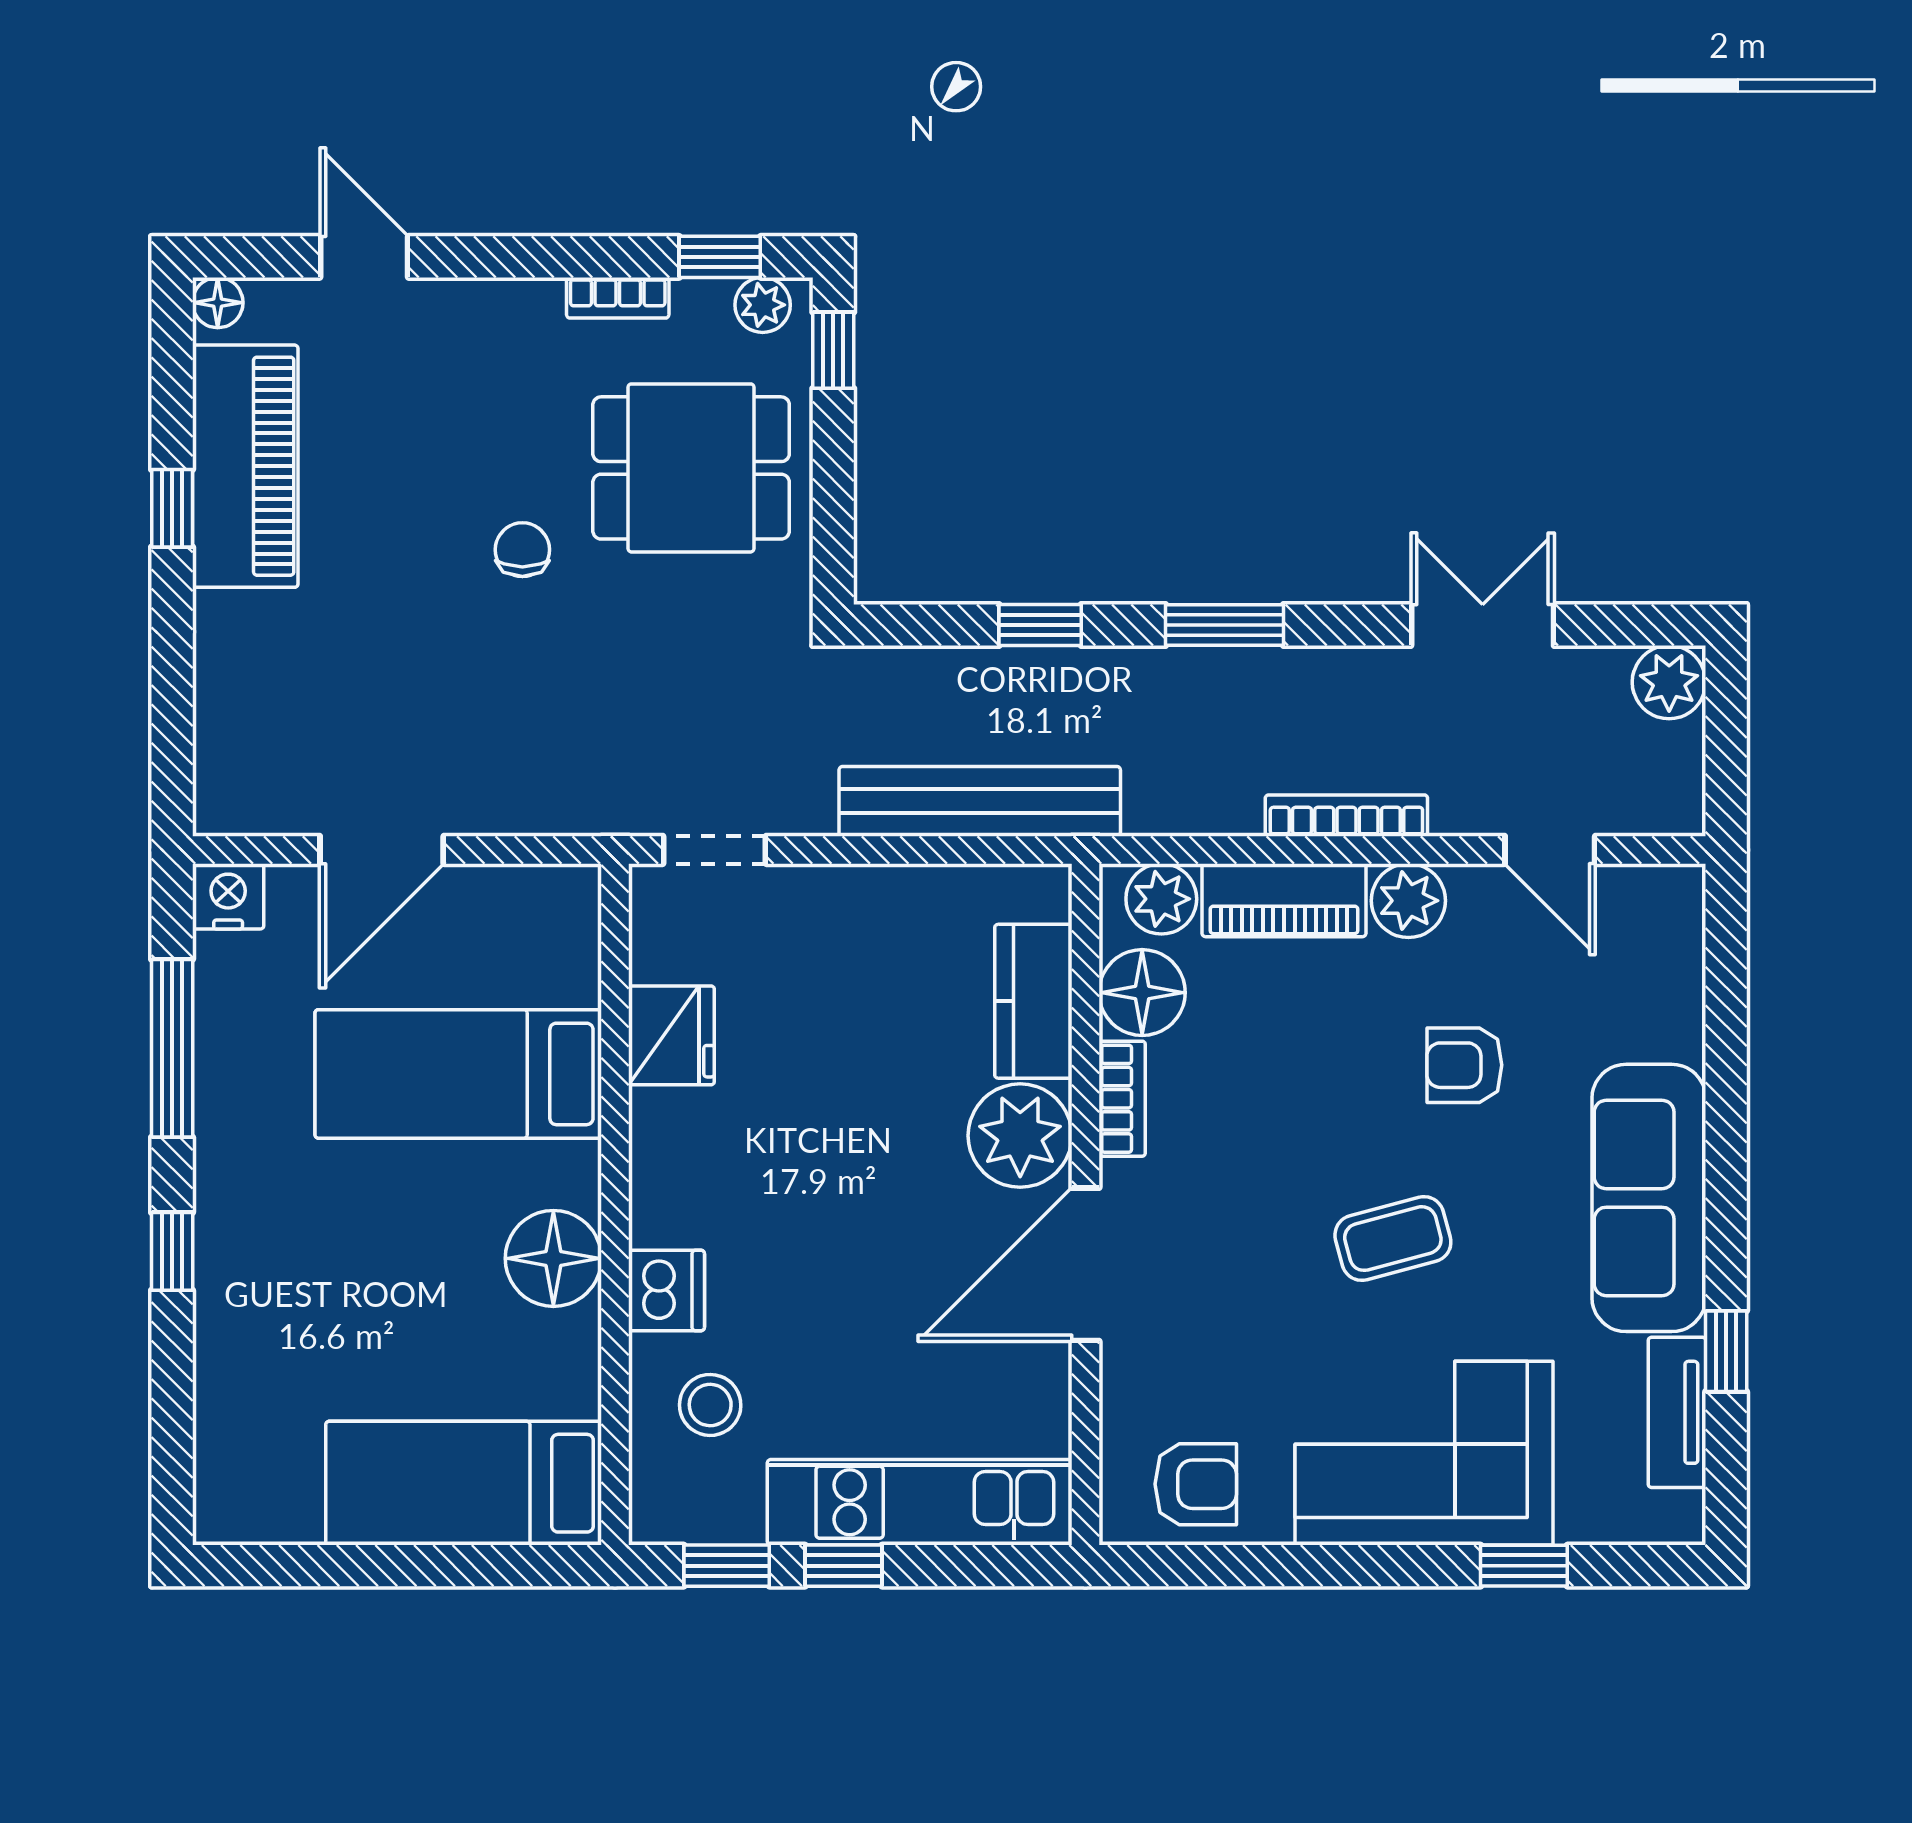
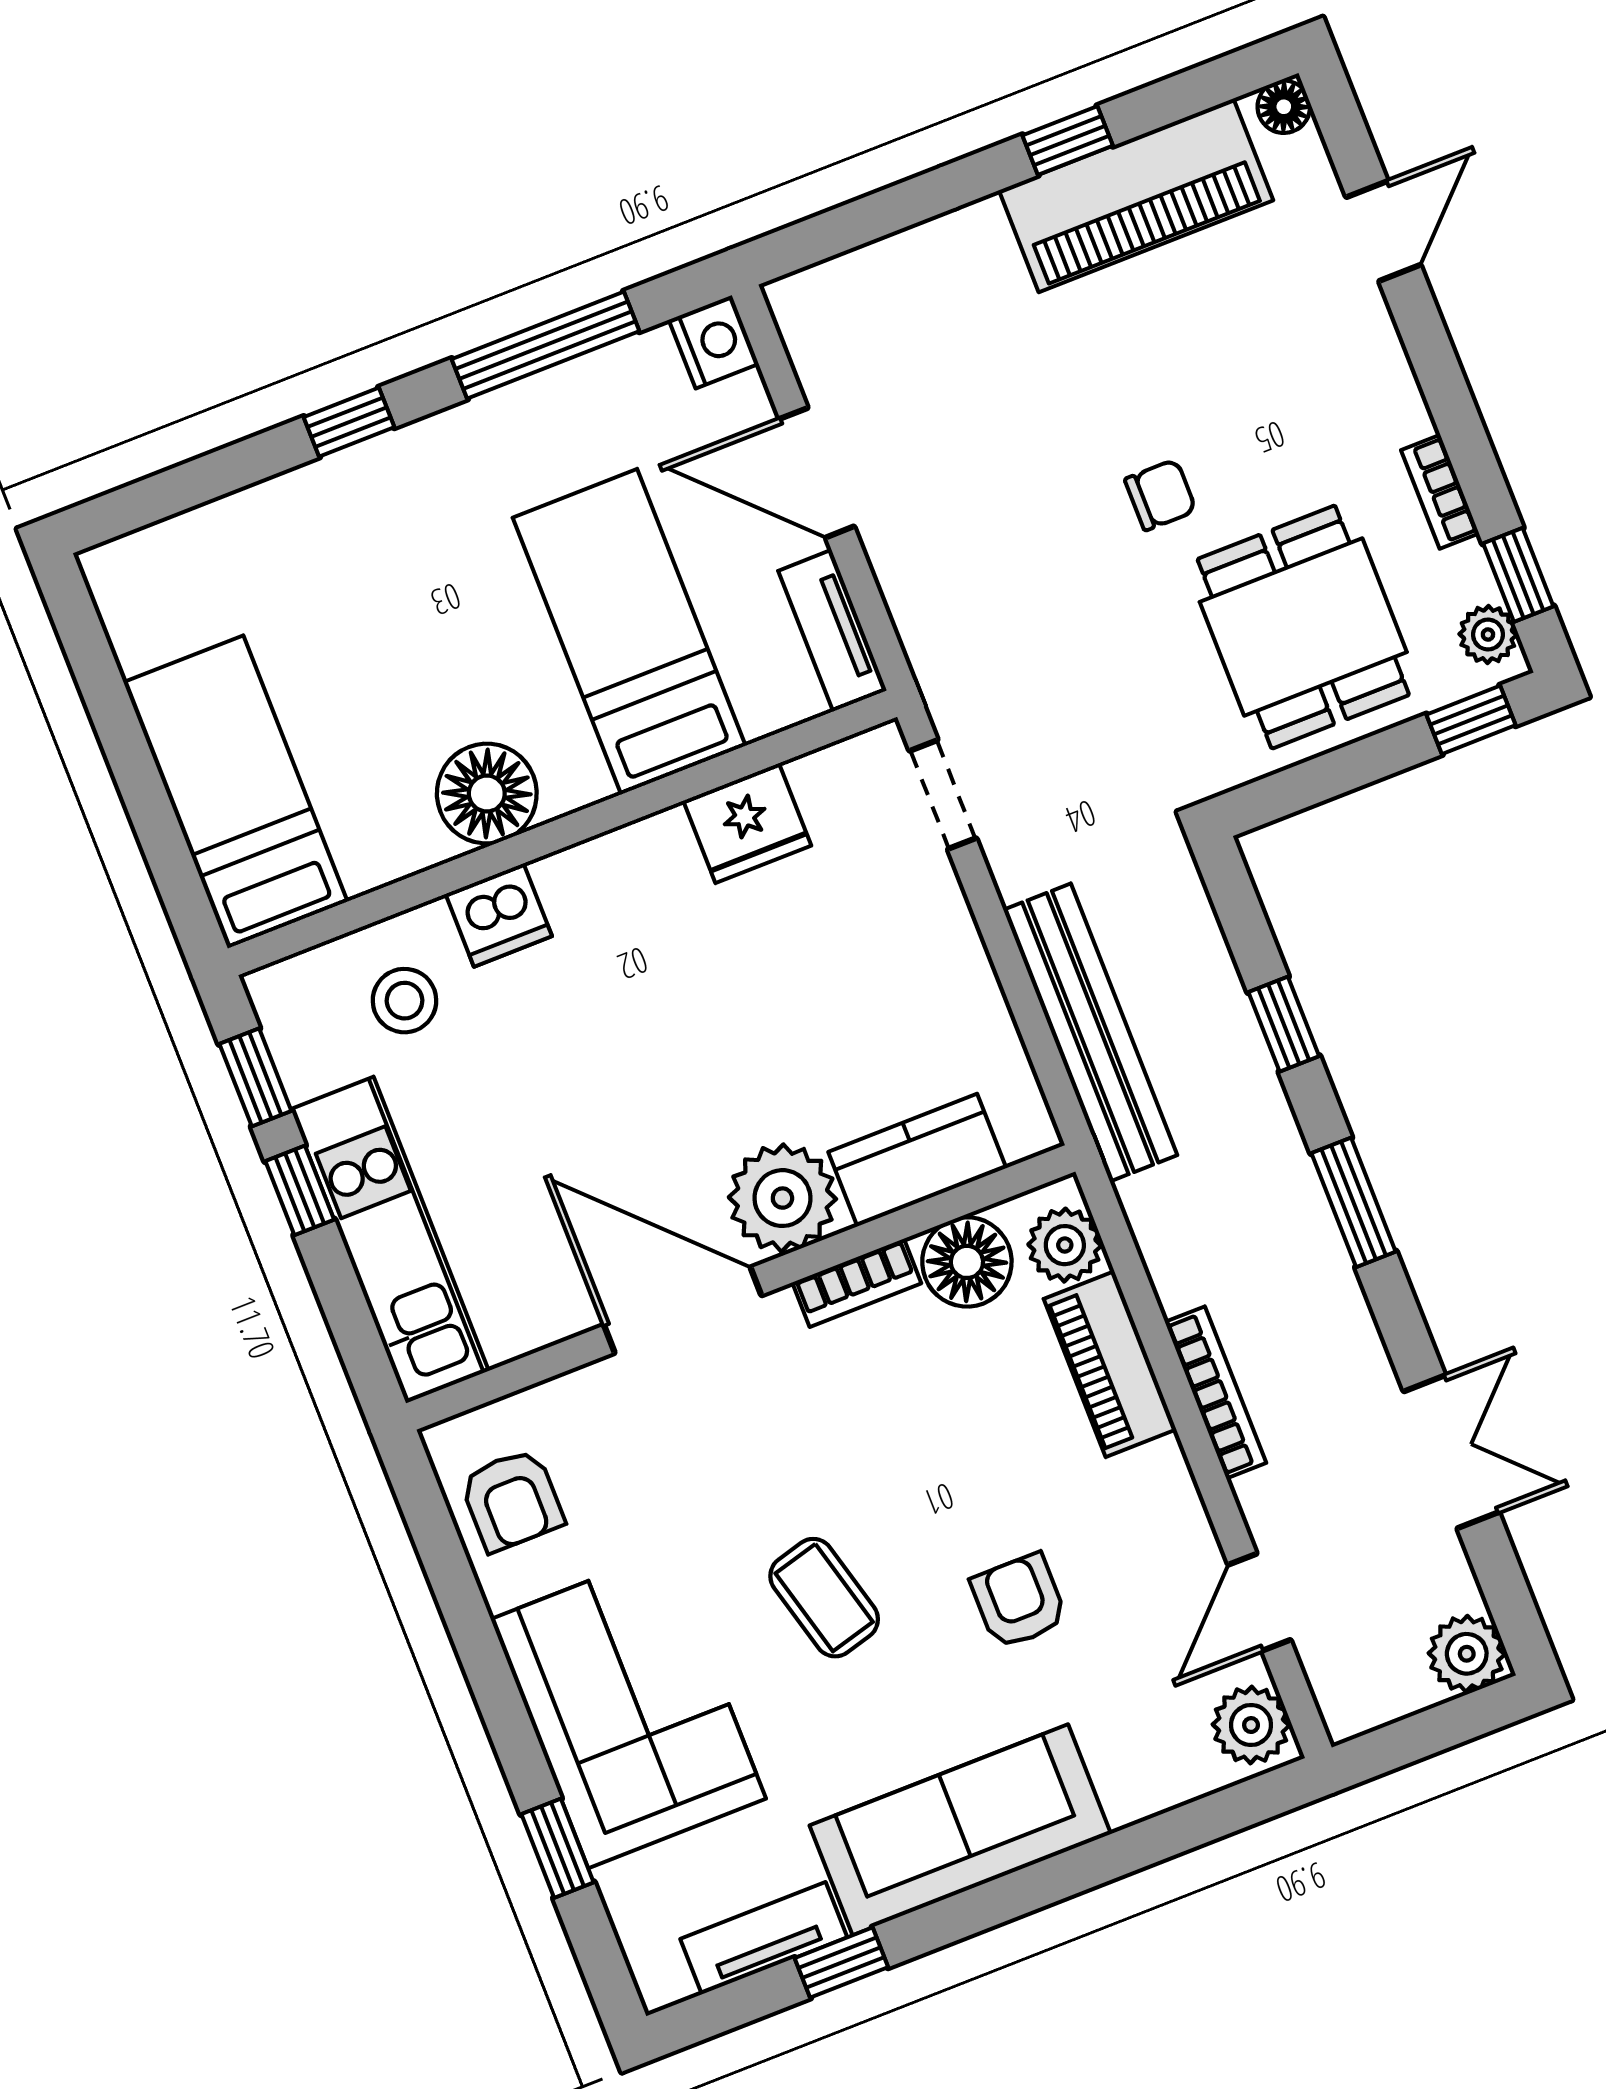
tv unit: (529, 891) -> (832, 631), added
plant: (1408, 901) -> (1251, 1725), moved

